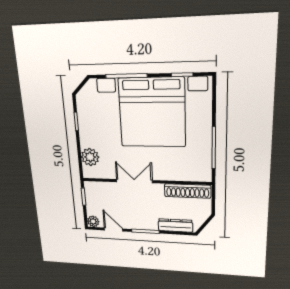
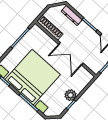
plant: (90, 157) -> (70, 95), moved
double door: (134, 181) -> (71, 54), width x1.37

